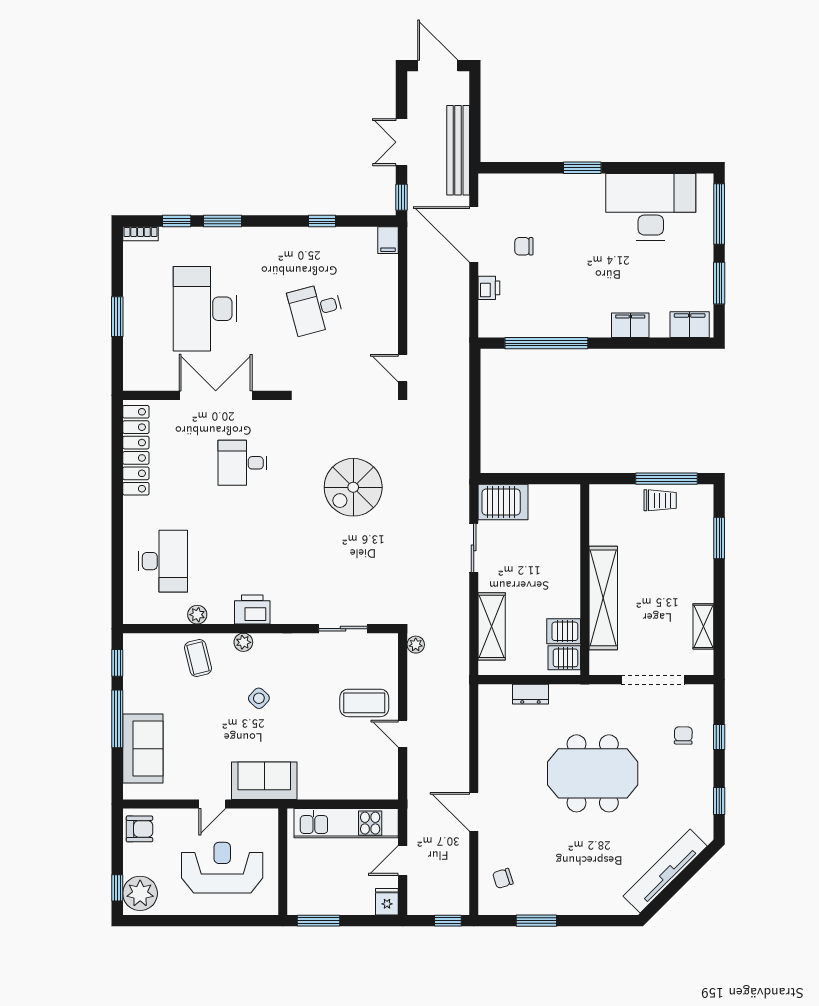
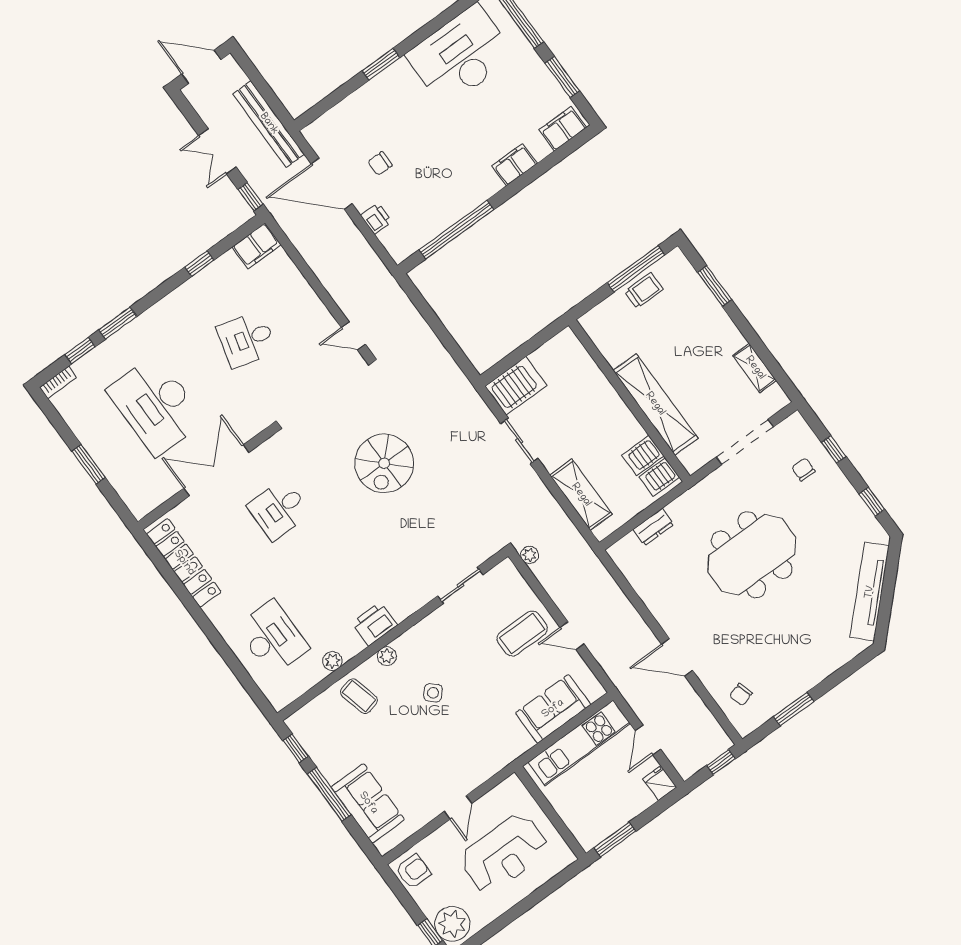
filing cabinet: (388, 240) -> (257, 246), width x2.00
desk: (316, 309) -> (247, 339), turned 30
sofa: (264, 781) -> (553, 709), moved
reception desk: (222, 868) -> (504, 854), turned 180

